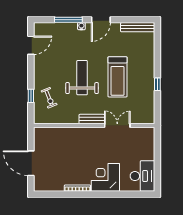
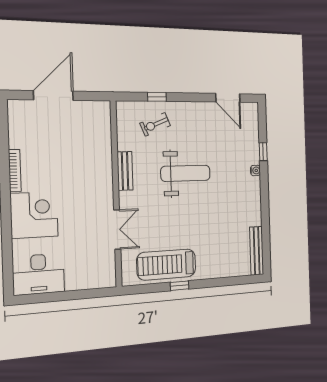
window: (68, 20) -> (263, 152), width x0.46
door: (101, 20) -> (265, 198), removed
treadmill: (118, 77) -> (166, 265), moved
bench: (92, 119) -> (125, 171), moved

